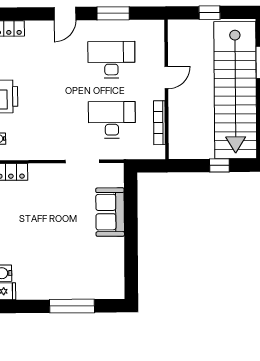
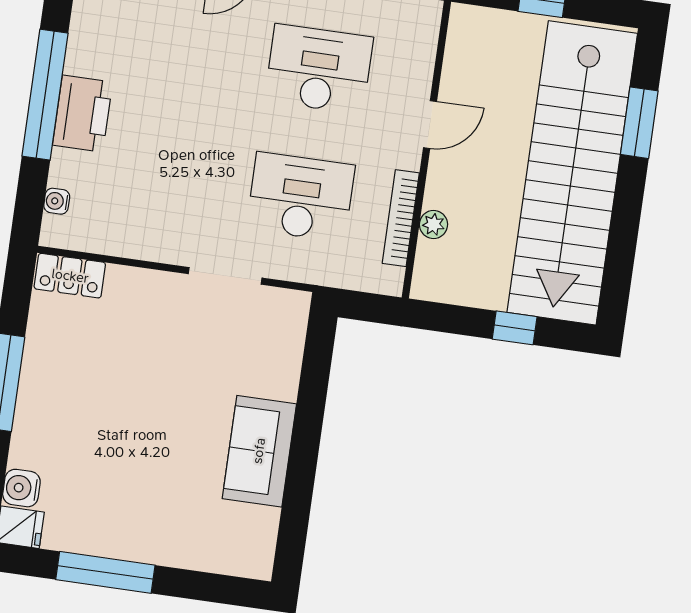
plant: (175, 123) -> (434, 224), added
sofa: (110, 212) -> (259, 451), moved
window: (72, 306) -> (105, 572), moved

